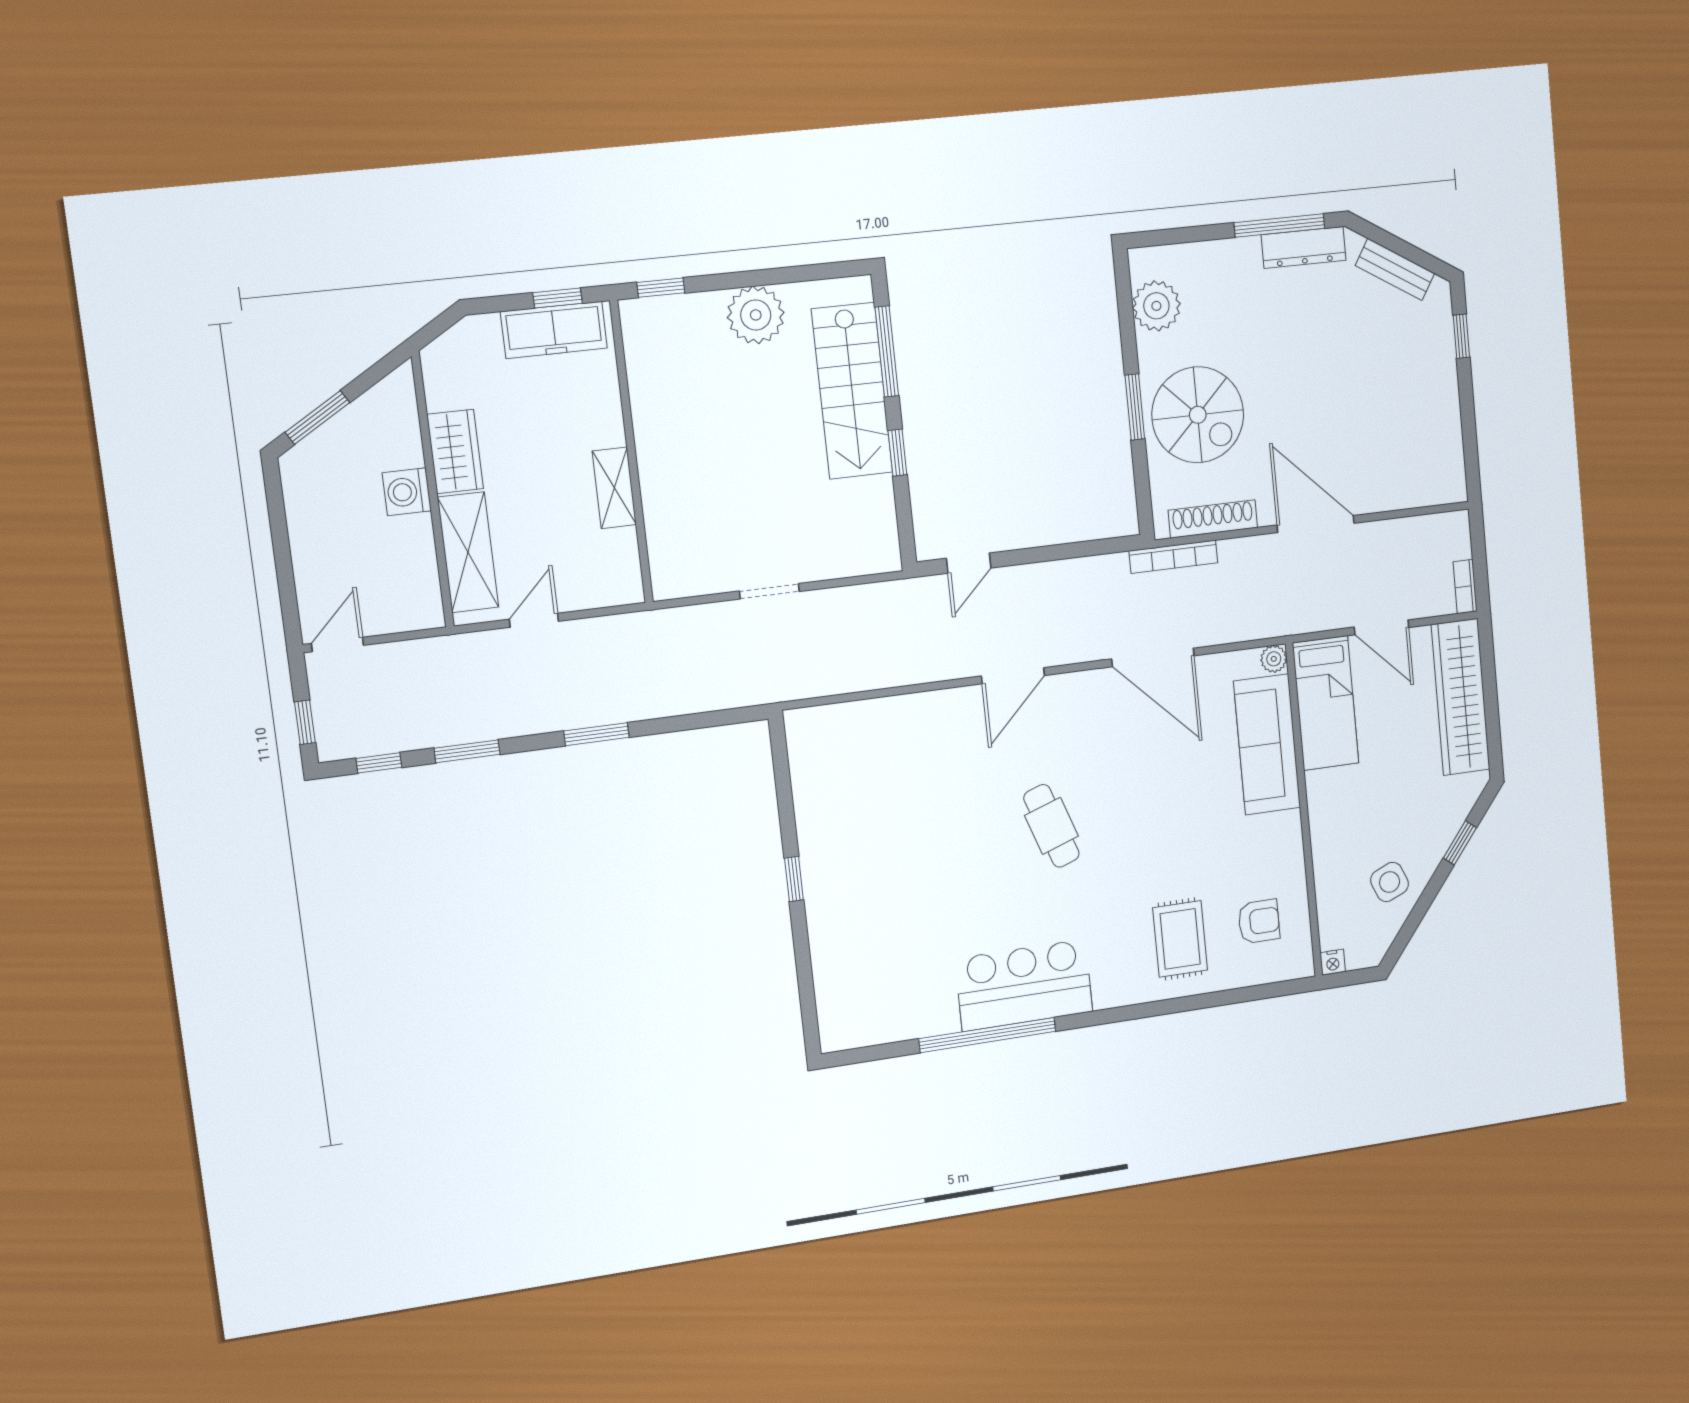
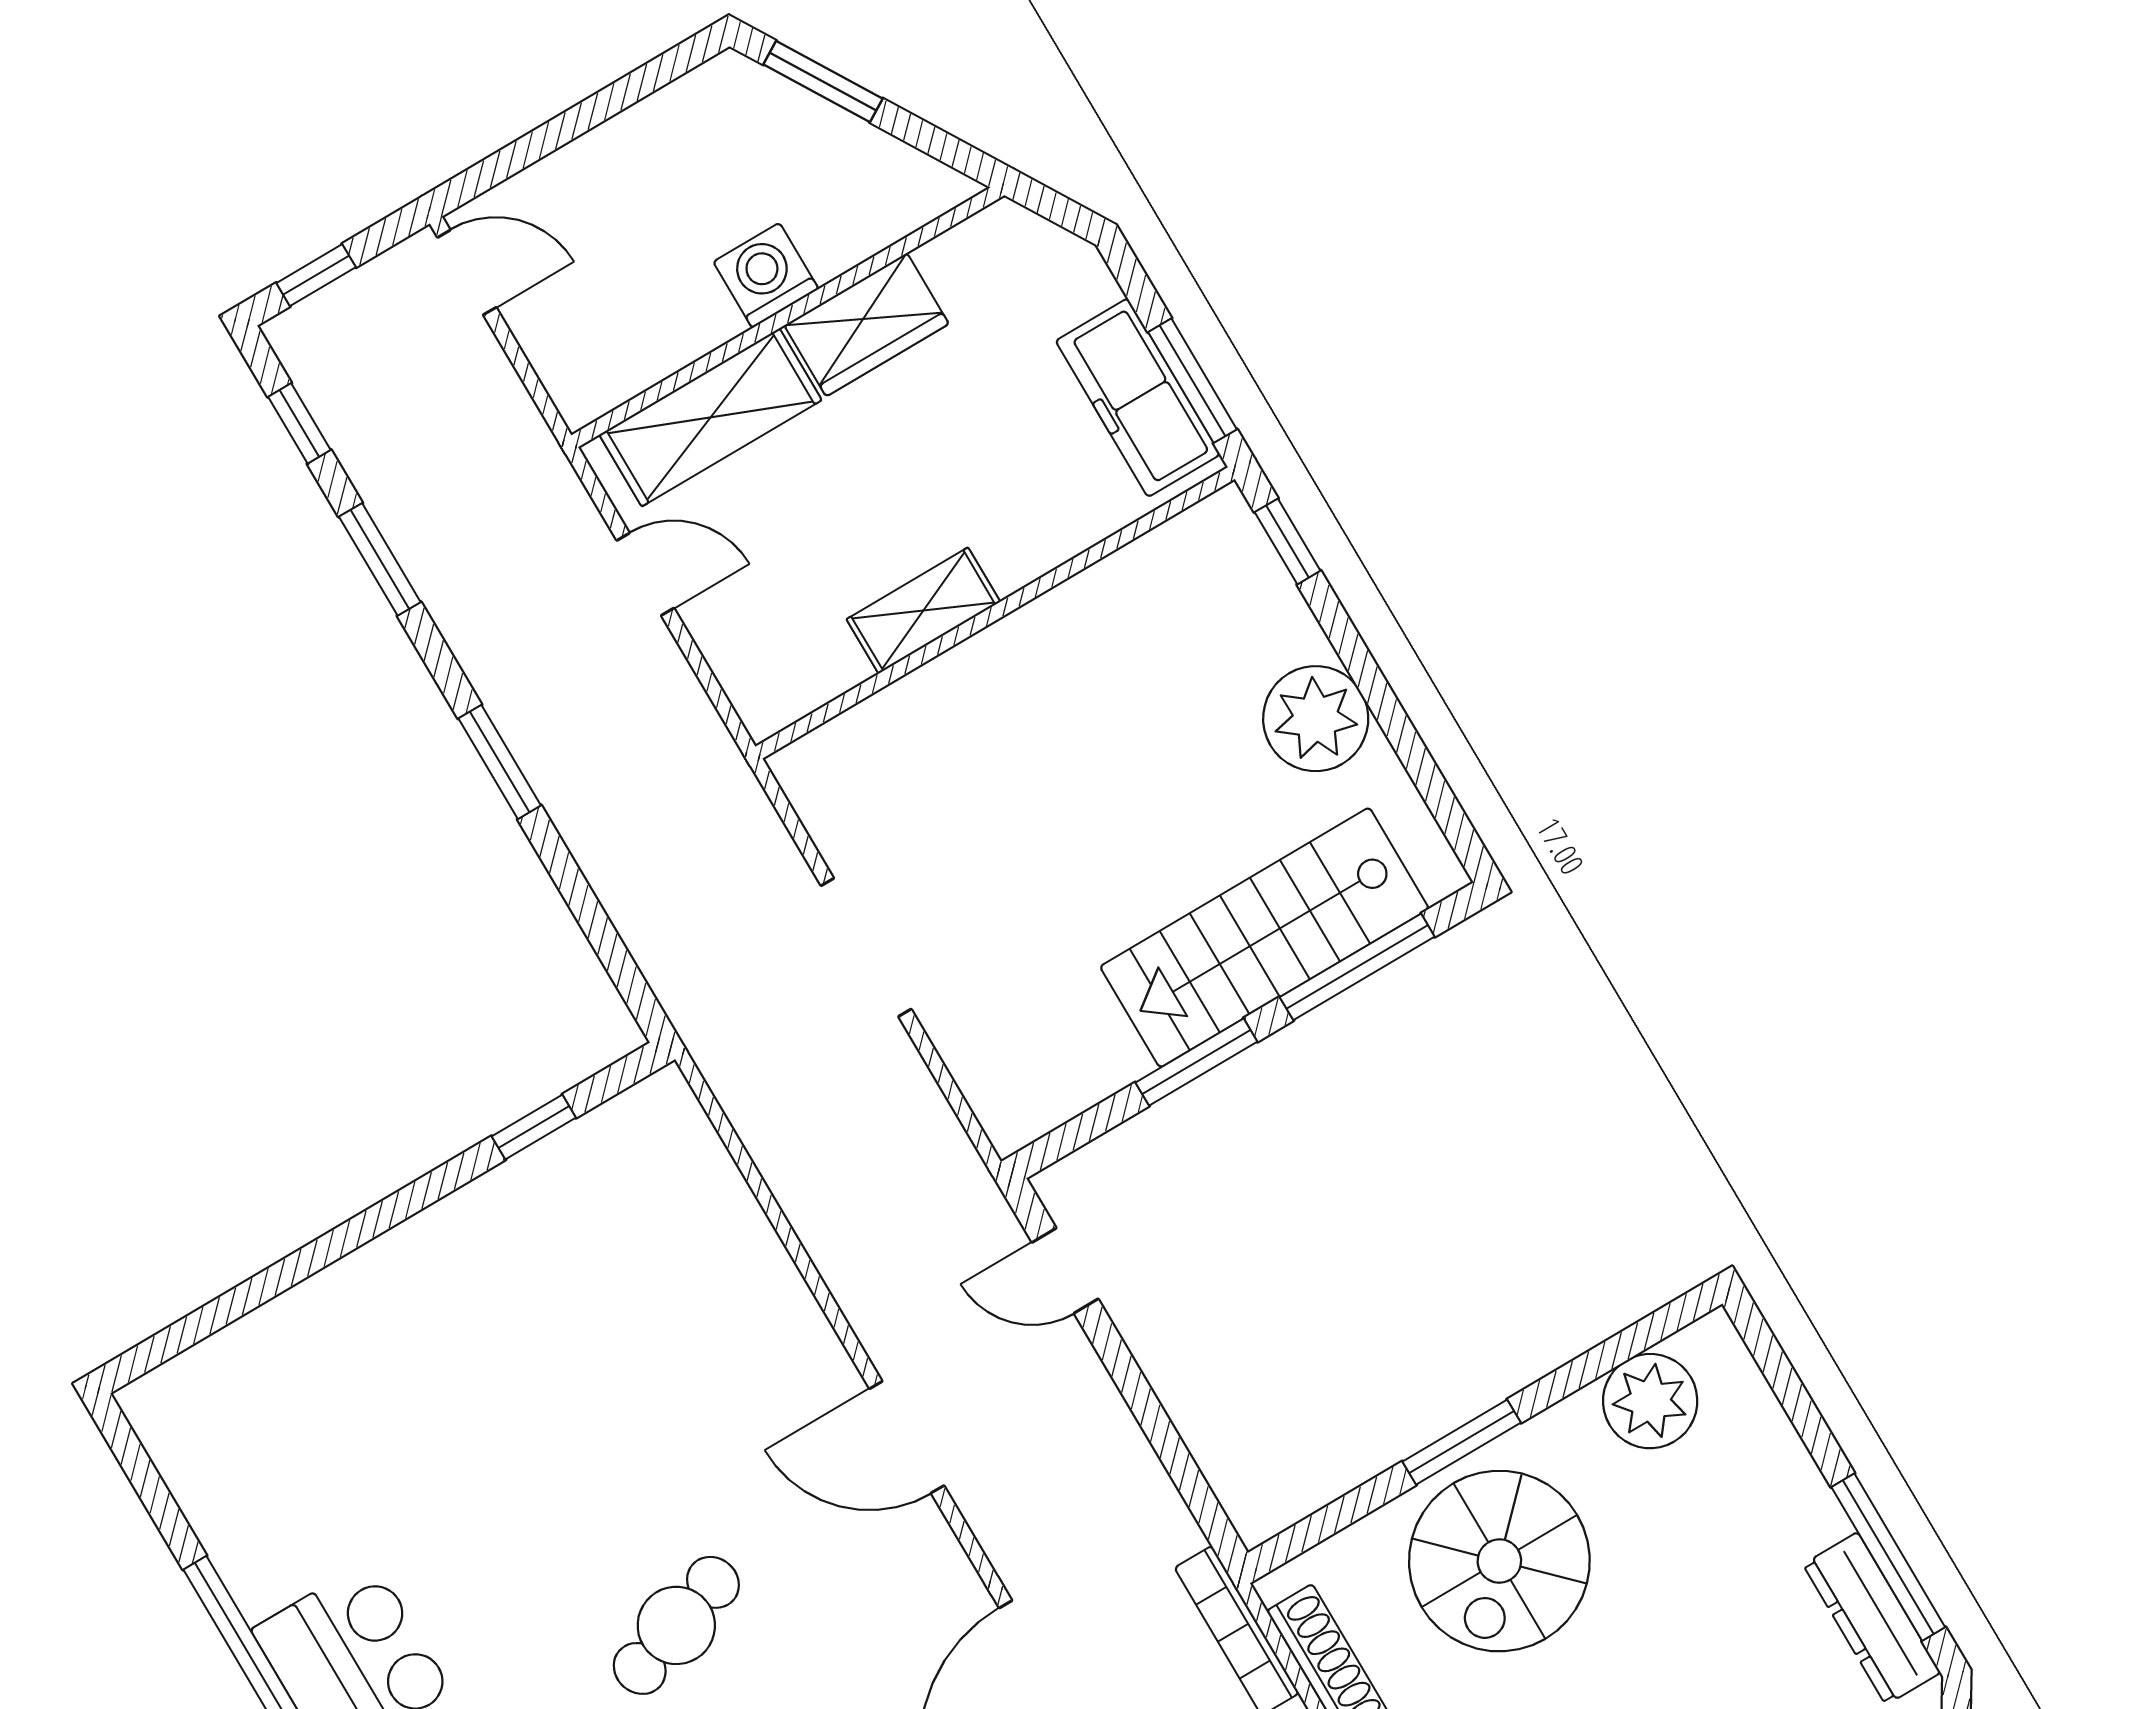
window: (558, 298) -> (1192, 381), width x1.50
window: (897, 453) -> (1196, 1062), width x1.50
doorway: (769, 591) -> (866, 947), width x1.38
window: (794, 879) -> (534, 1127), moved

